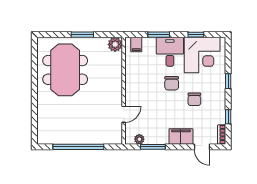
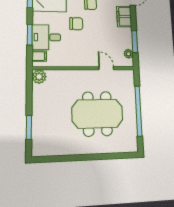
window: (82, 35) -> (29, 127), moved
desk: (170, 52) -> (46, 37), moved
meeting table: (65, 70) -> (97, 114), moved

